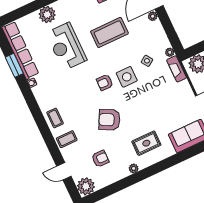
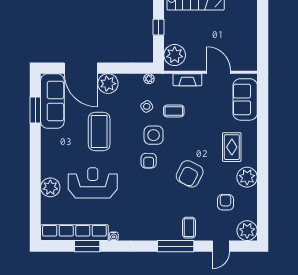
plant: (153, 16) -> (108, 84), width x1.87, depth x1.87
reception desk: (66, 46) -> (93, 183), turned 180
fireplace: (177, 69) -> (187, 80), moved
coffee table: (55, 118) -> (174, 111), moved
window: (47, 136) -> (176, 246), added
plant: (134, 168) -> (247, 177), width x1.87, depth x1.87

